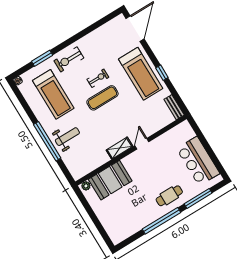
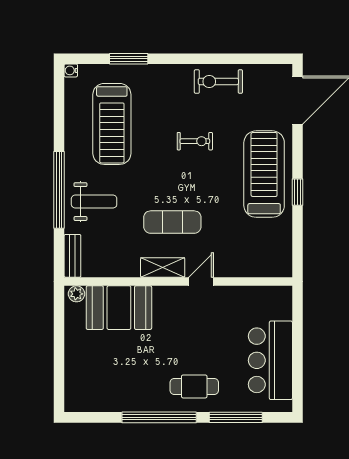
exercise bike: (69, 59) -> (218, 81), moved
treadmill: (141, 74) -> (264, 174), turned 180
exercise mat: (102, 98) -> (172, 222), moved
bench: (174, 107) -> (72, 256), moved

